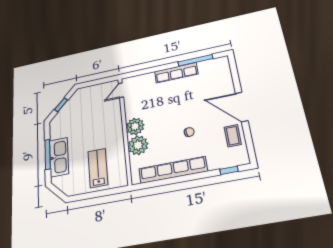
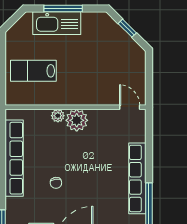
row of seats: (176, 73) -> (137, 178), width x1.36
plant: (138, 145) -> (58, 116), width x0.53, depth x0.53
lab bench: (98, 168) -> (33, 71), turned 180

